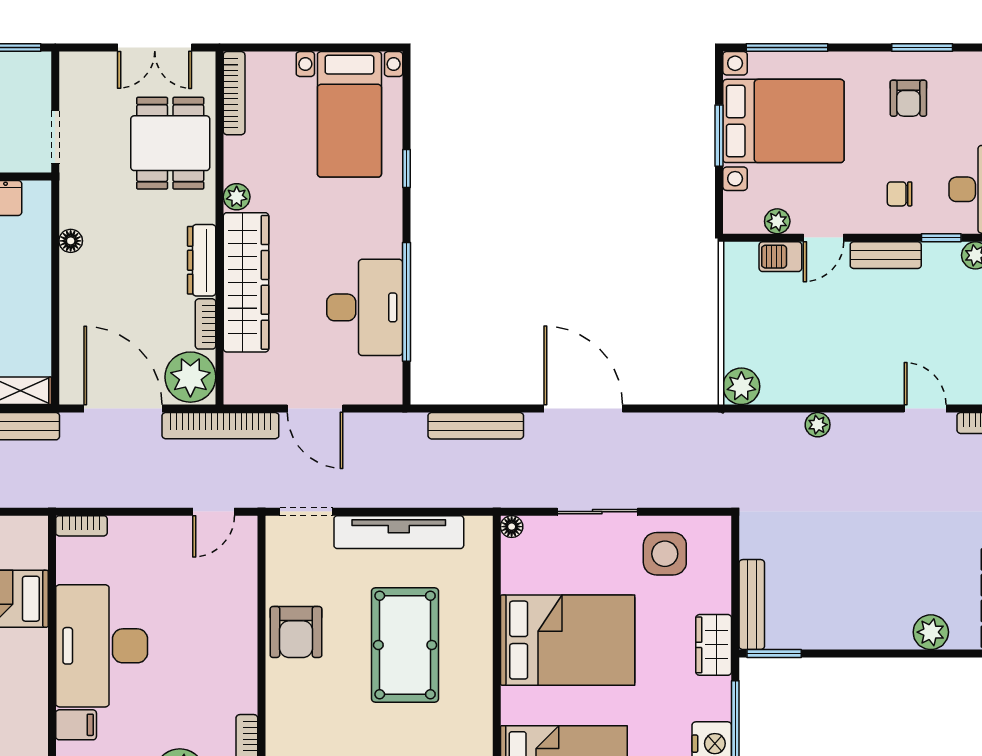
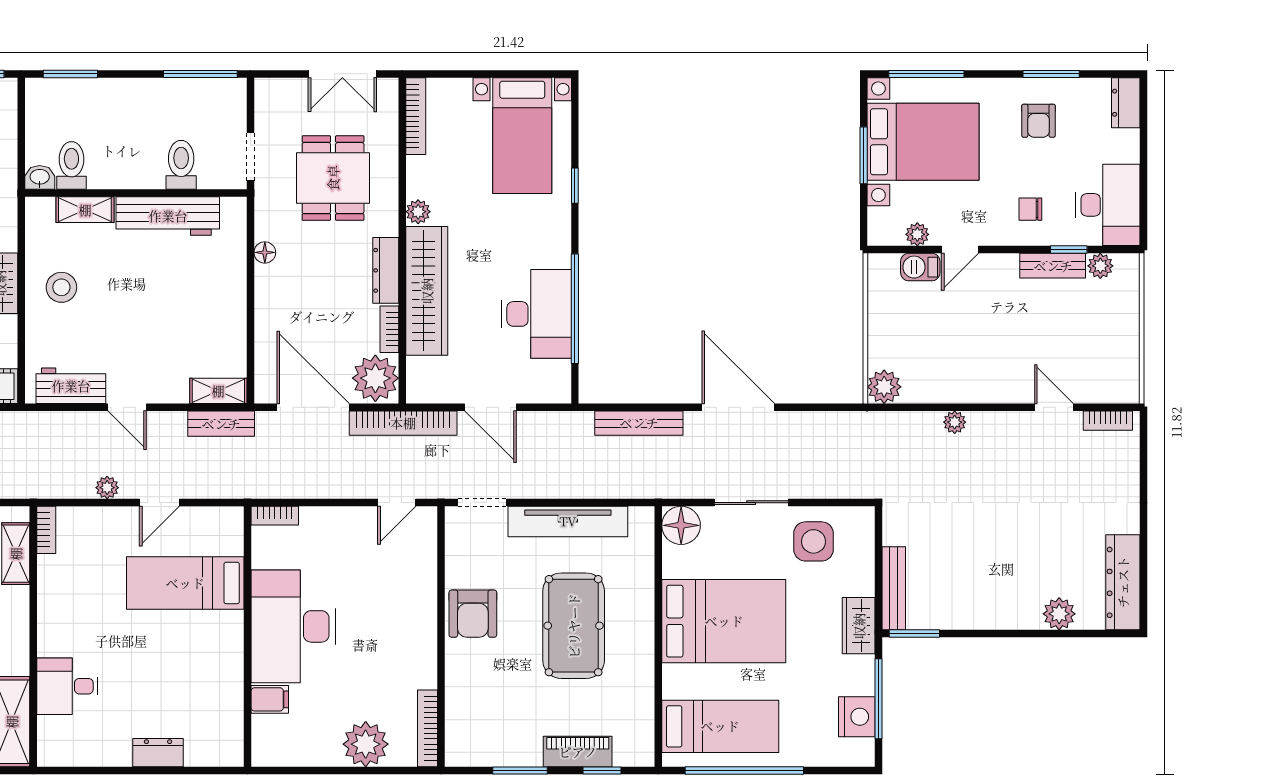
dining table: (170, 143) -> (333, 178), moved
bench: (886, 255) -> (1053, 266), moved
floor lamp: (512, 527) -> (681, 525), width x1.89, depth x1.89

